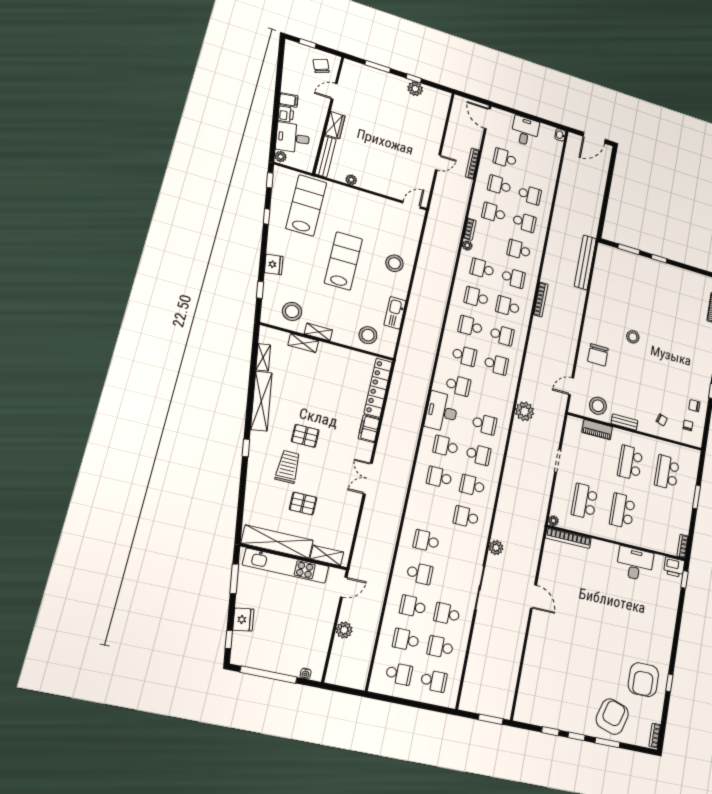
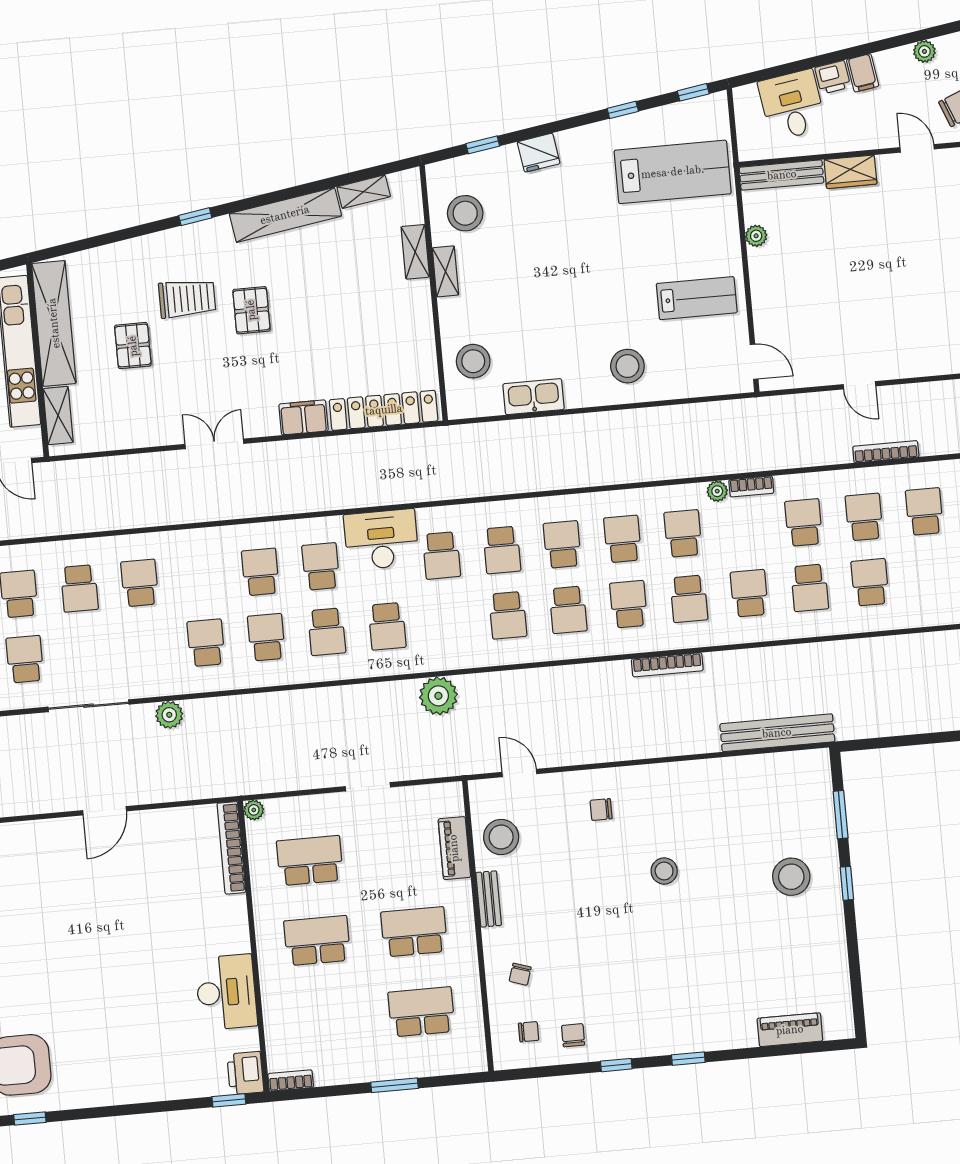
plant: (281, 157) -> (924, 51), moved
school desk: (530, 195) -> (870, 582), turned 180
lab bench: (343, 261) -> (697, 298), moved, width x0.73, depth x0.72
stool: (650, 282) -> (791, 877), added
chair: (598, 355) -> (601, 810), width x0.54, depth x0.54

